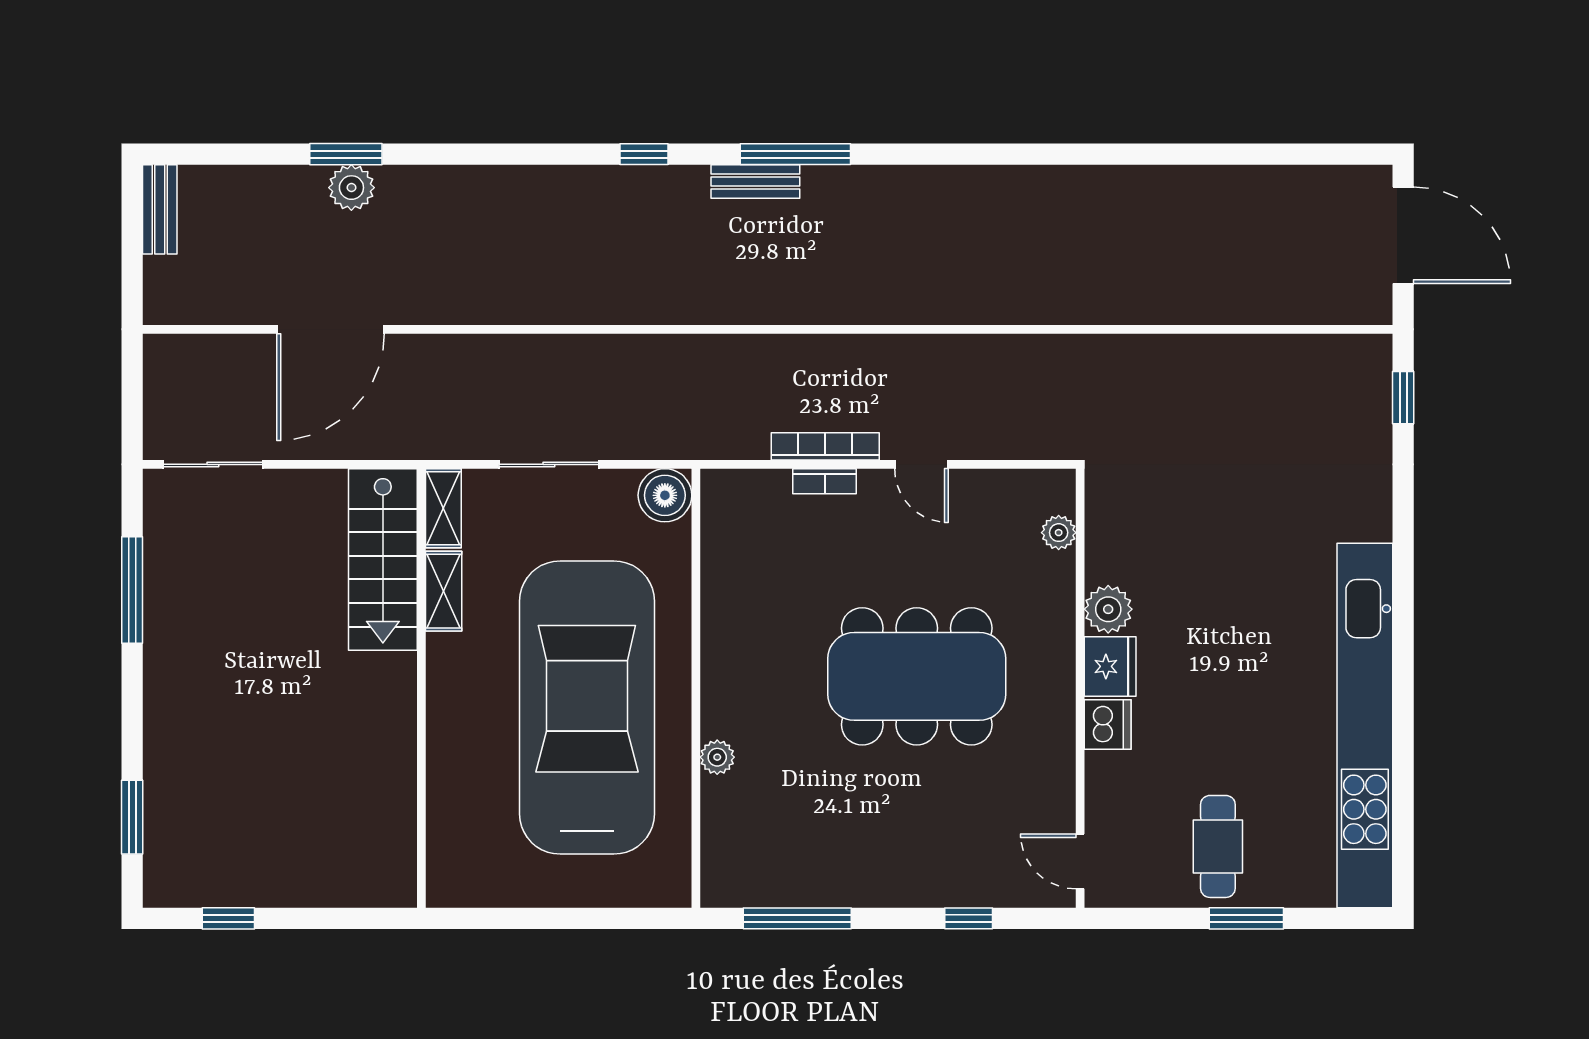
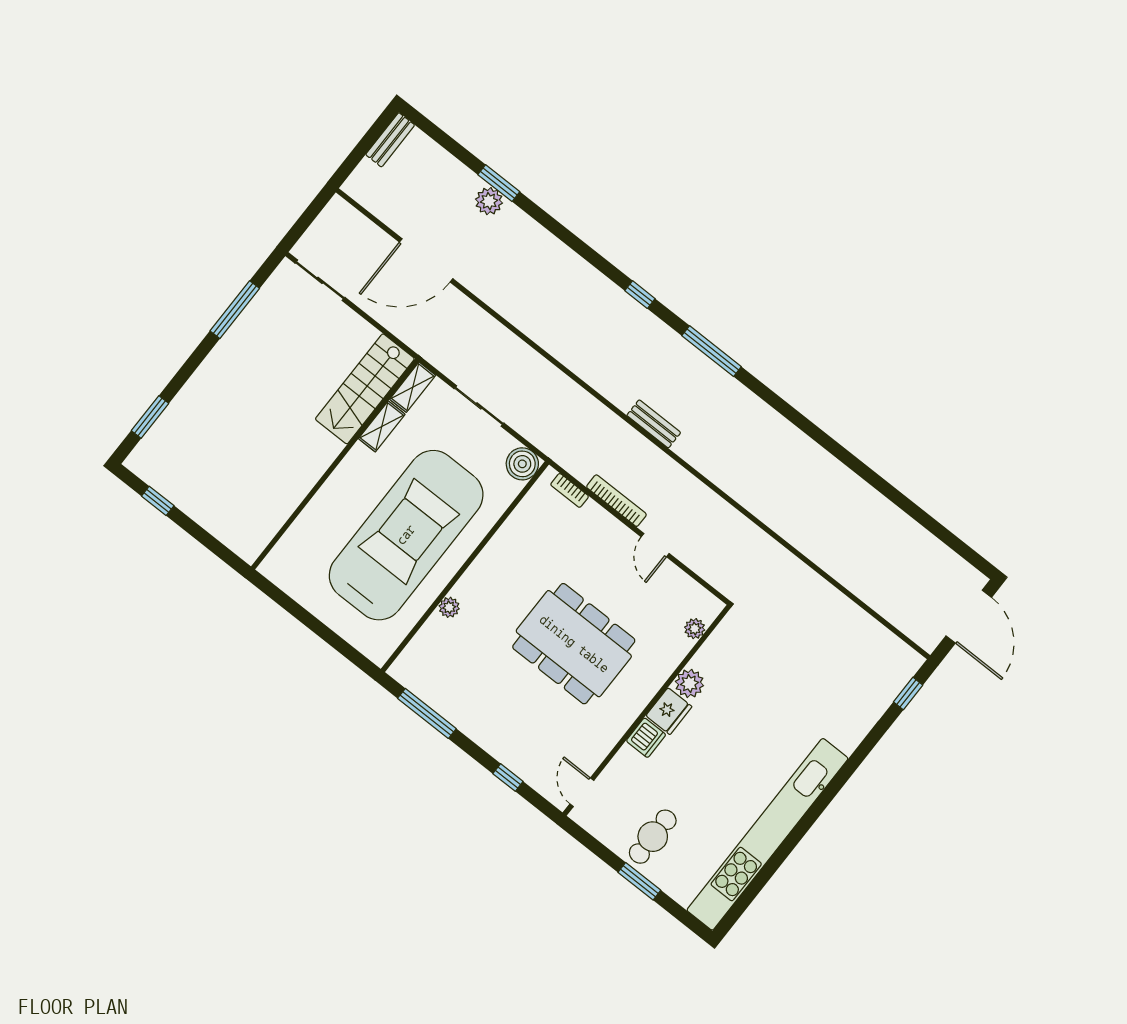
bench: (755, 182) -> (654, 424), moved
bookcase: (825, 481) -> (570, 490), moved

